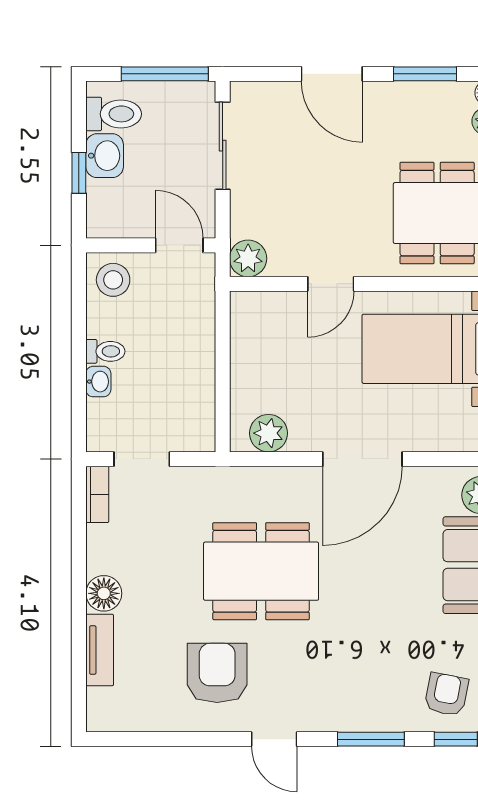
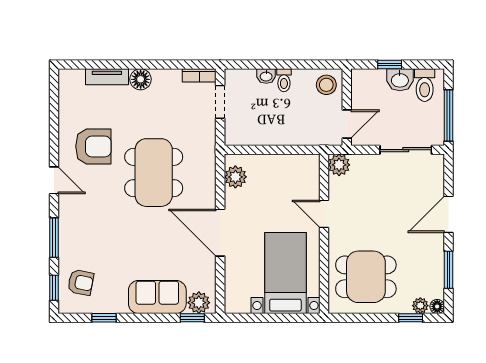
door: (274, 739) -> (54, 180), swing flipped

